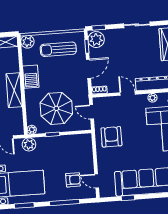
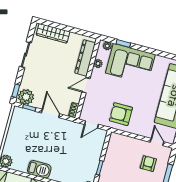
sun lounger: (58, 49) -> (23, 135), removed
parasol: (56, 108) -> (77, 156), removed
door: (97, 181) -> (157, 142), swing flipped

